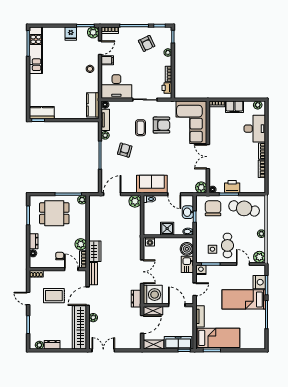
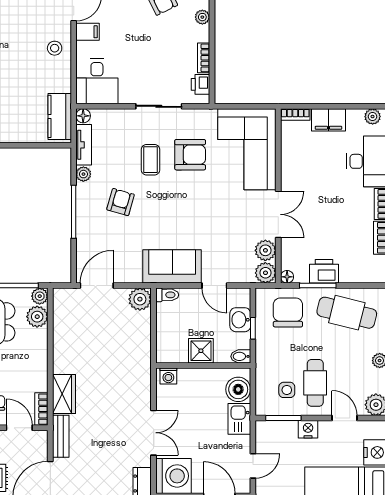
desk: (116, 86) -> (97, 81), width x0.73
double door: (208, 157) -> (278, 214), swing flipped
plant: (201, 176) -> (265, 250), added
plant: (81, 244) -> (37, 317), moved
nightstand: (201, 270) -> (308, 429), moved

